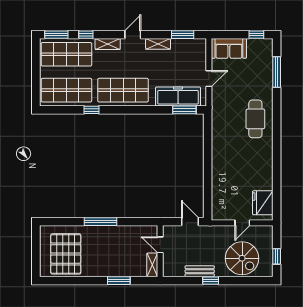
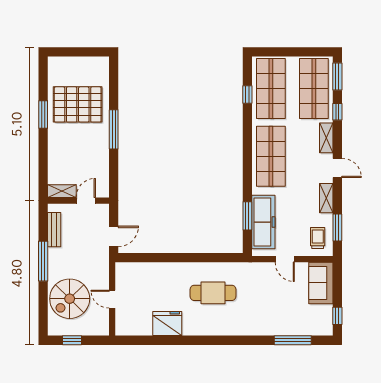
trolley: (191, 51) -> (318, 238), added
window: (91, 110) -> (247, 95), moved
window: (184, 110) -> (247, 216), moved
cafe table: (255, 119) -> (213, 293), moved
fridge: (263, 203) -> (167, 323), moved
pallet: (66, 254) -> (78, 104), moved
bench: (200, 271) -> (54, 230), moved
window: (119, 281) -> (43, 115), moved
window: (211, 281) -> (43, 261), width x2.17

